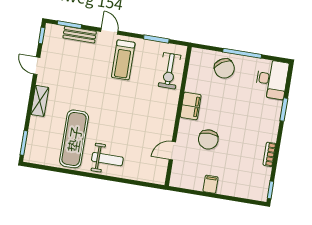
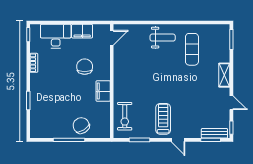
bench: (80, 35) -> (214, 133), moved
exercise bike: (169, 71) -> (125, 116), turned 180
desk: (272, 79) -> (56, 36), moved, turned 90
exercise mat: (74, 139) -> (192, 49), width x0.73, depth x0.69
door: (172, 151) -> (112, 38), moved
weight bench: (107, 159) -> (163, 38), turned 180
filing cabinet: (211, 184) -> (82, 31), width x2.00

